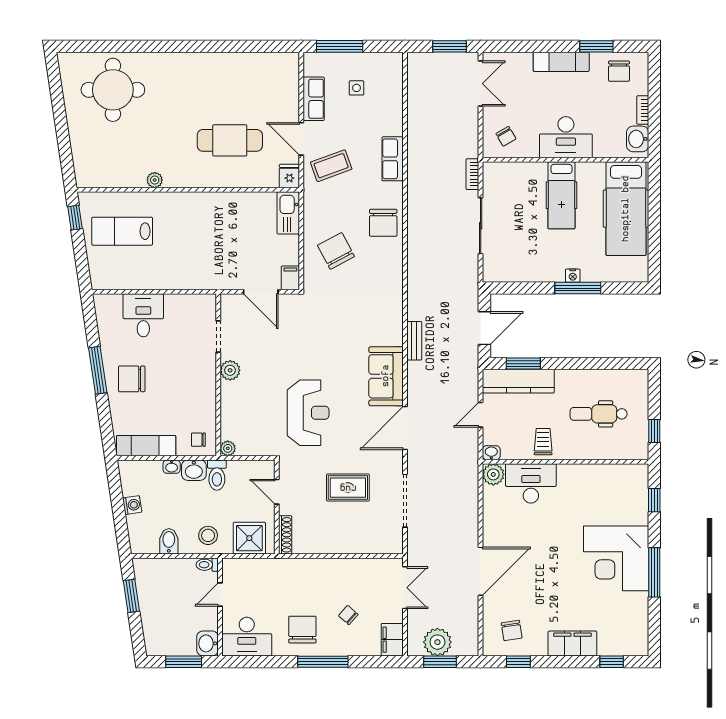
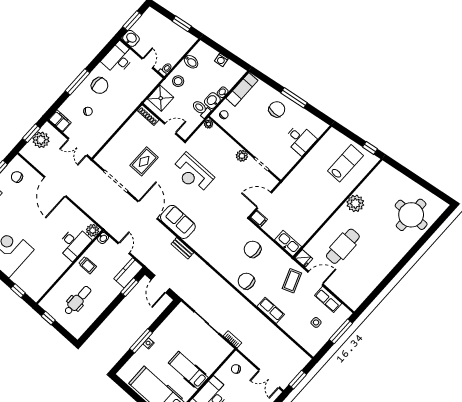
plant: (155, 180) -> (355, 203), width x1.88, depth x1.88
chair: (336, 251) -> (253, 249), turned -152
kitchen counter: (518, 381) -> (128, 273), width x0.67

